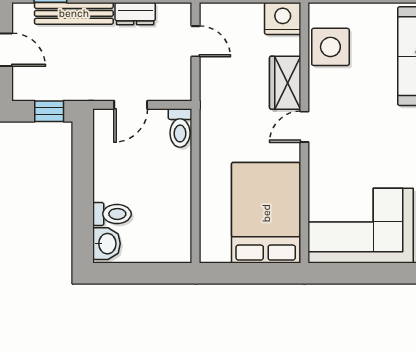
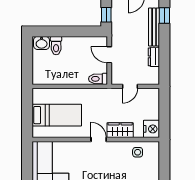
door: (196, 41) -> (130, 86), moved
side table: (330, 47) -> (138, 152), width x0.54, depth x0.54
bed: (266, 213) -> (57, 115), width x0.67

